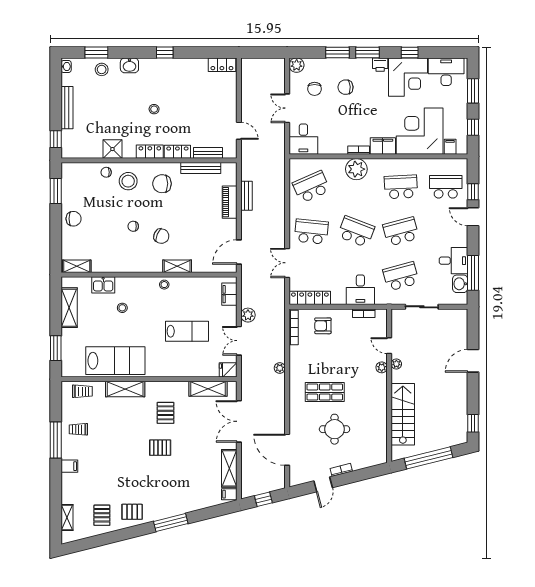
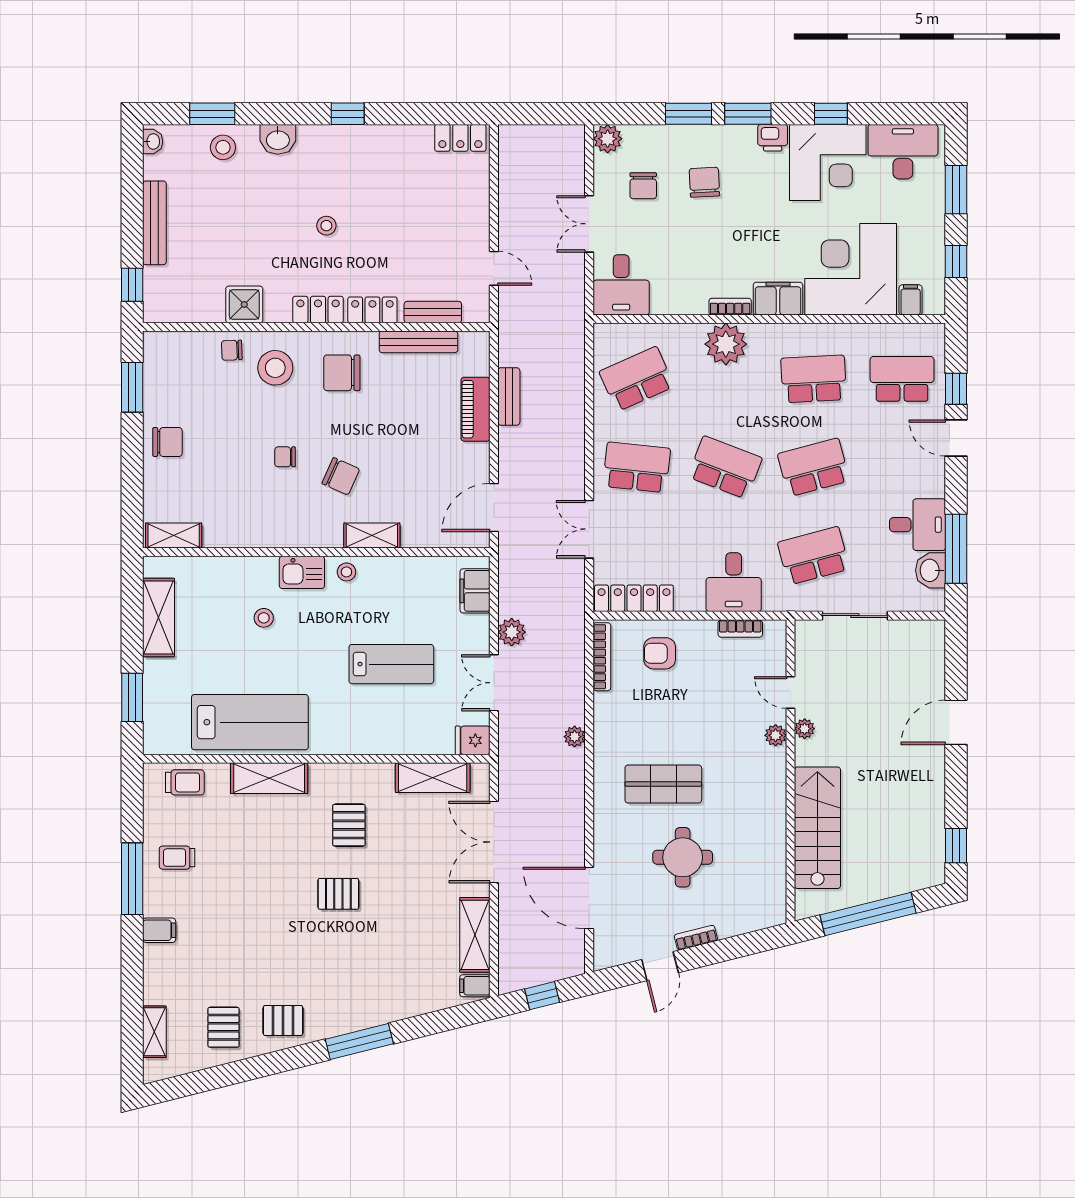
chair: (346, 87) -> (704, 182), turned 91
kitchen sink: (103, 285) -> (302, 572), moved

